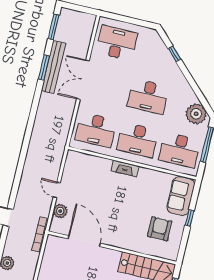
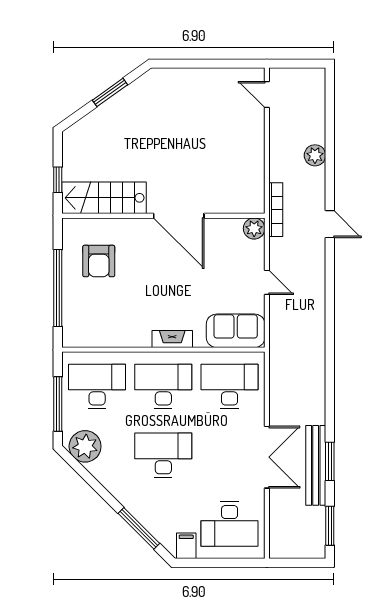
filing cabinet: (147, 36) -> (186, 546), added
window: (174, 54) -> (139, 528), width x2.17
sofa: (181, 196) -> (236, 331), moved, turned -90
plant: (60, 211) -> (254, 228), moved
window: (190, 218) -> (58, 288), width x3.17
door: (84, 241) -> (179, 216), moved

